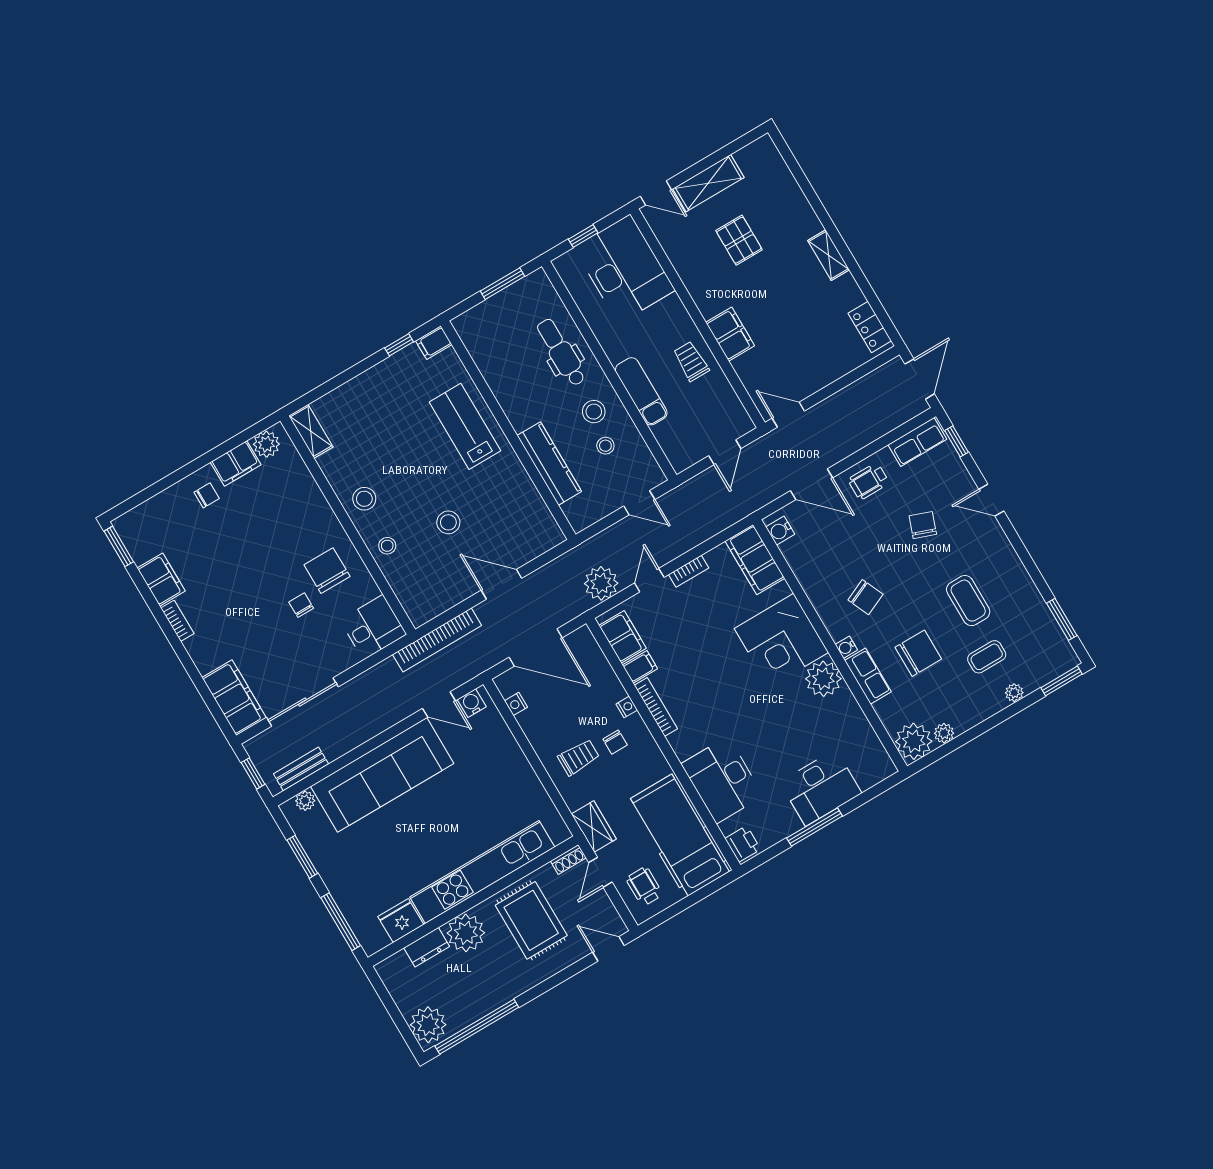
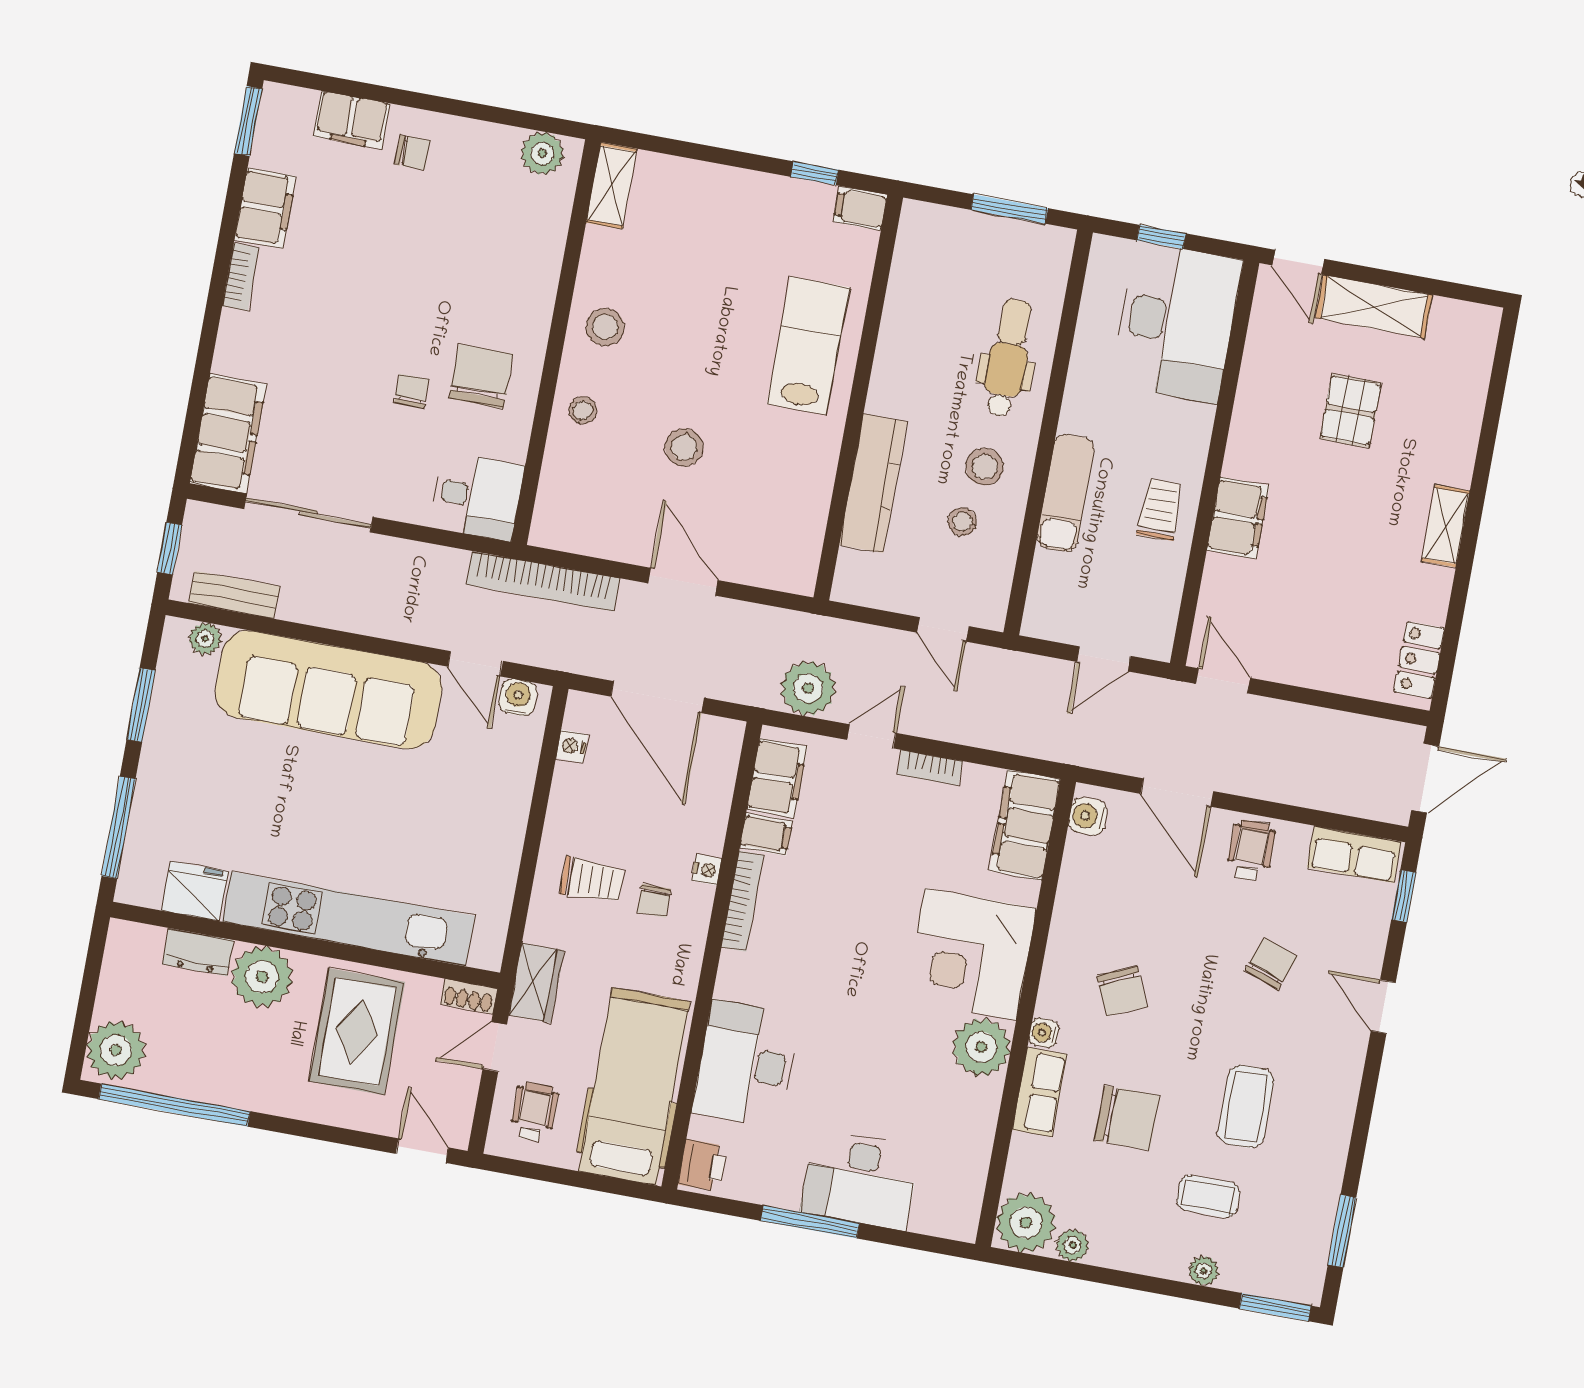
filing cabinet: (236, 463) -> (351, 120), moved
wheelchair: (868, 481) -> (1251, 850), turned 90

